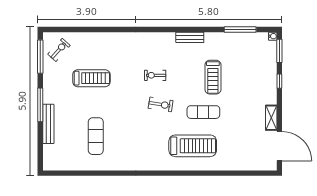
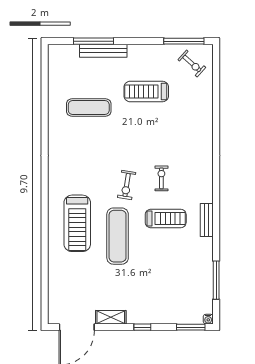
treadmill: (213, 77) -> (166, 218), moved, turned 180
treadmill: (91, 78) -> (146, 92), moved, turned 90
window: (279, 81) -> (142, 327), moved
window: (40, 105) -> (94, 41), moved
exercise mat: (203, 112) -> (118, 236), width x1.36, depth x1.45

